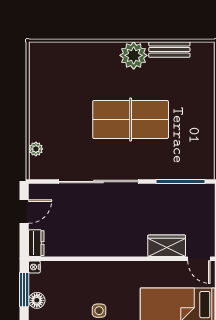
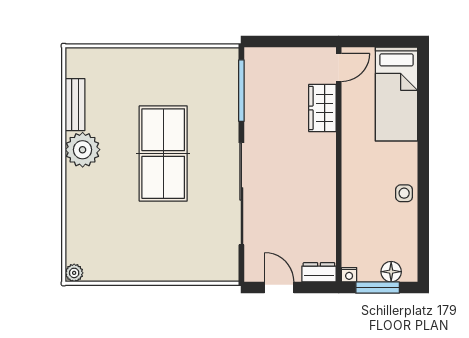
plant: (36, 149) -> (74, 273), moved

